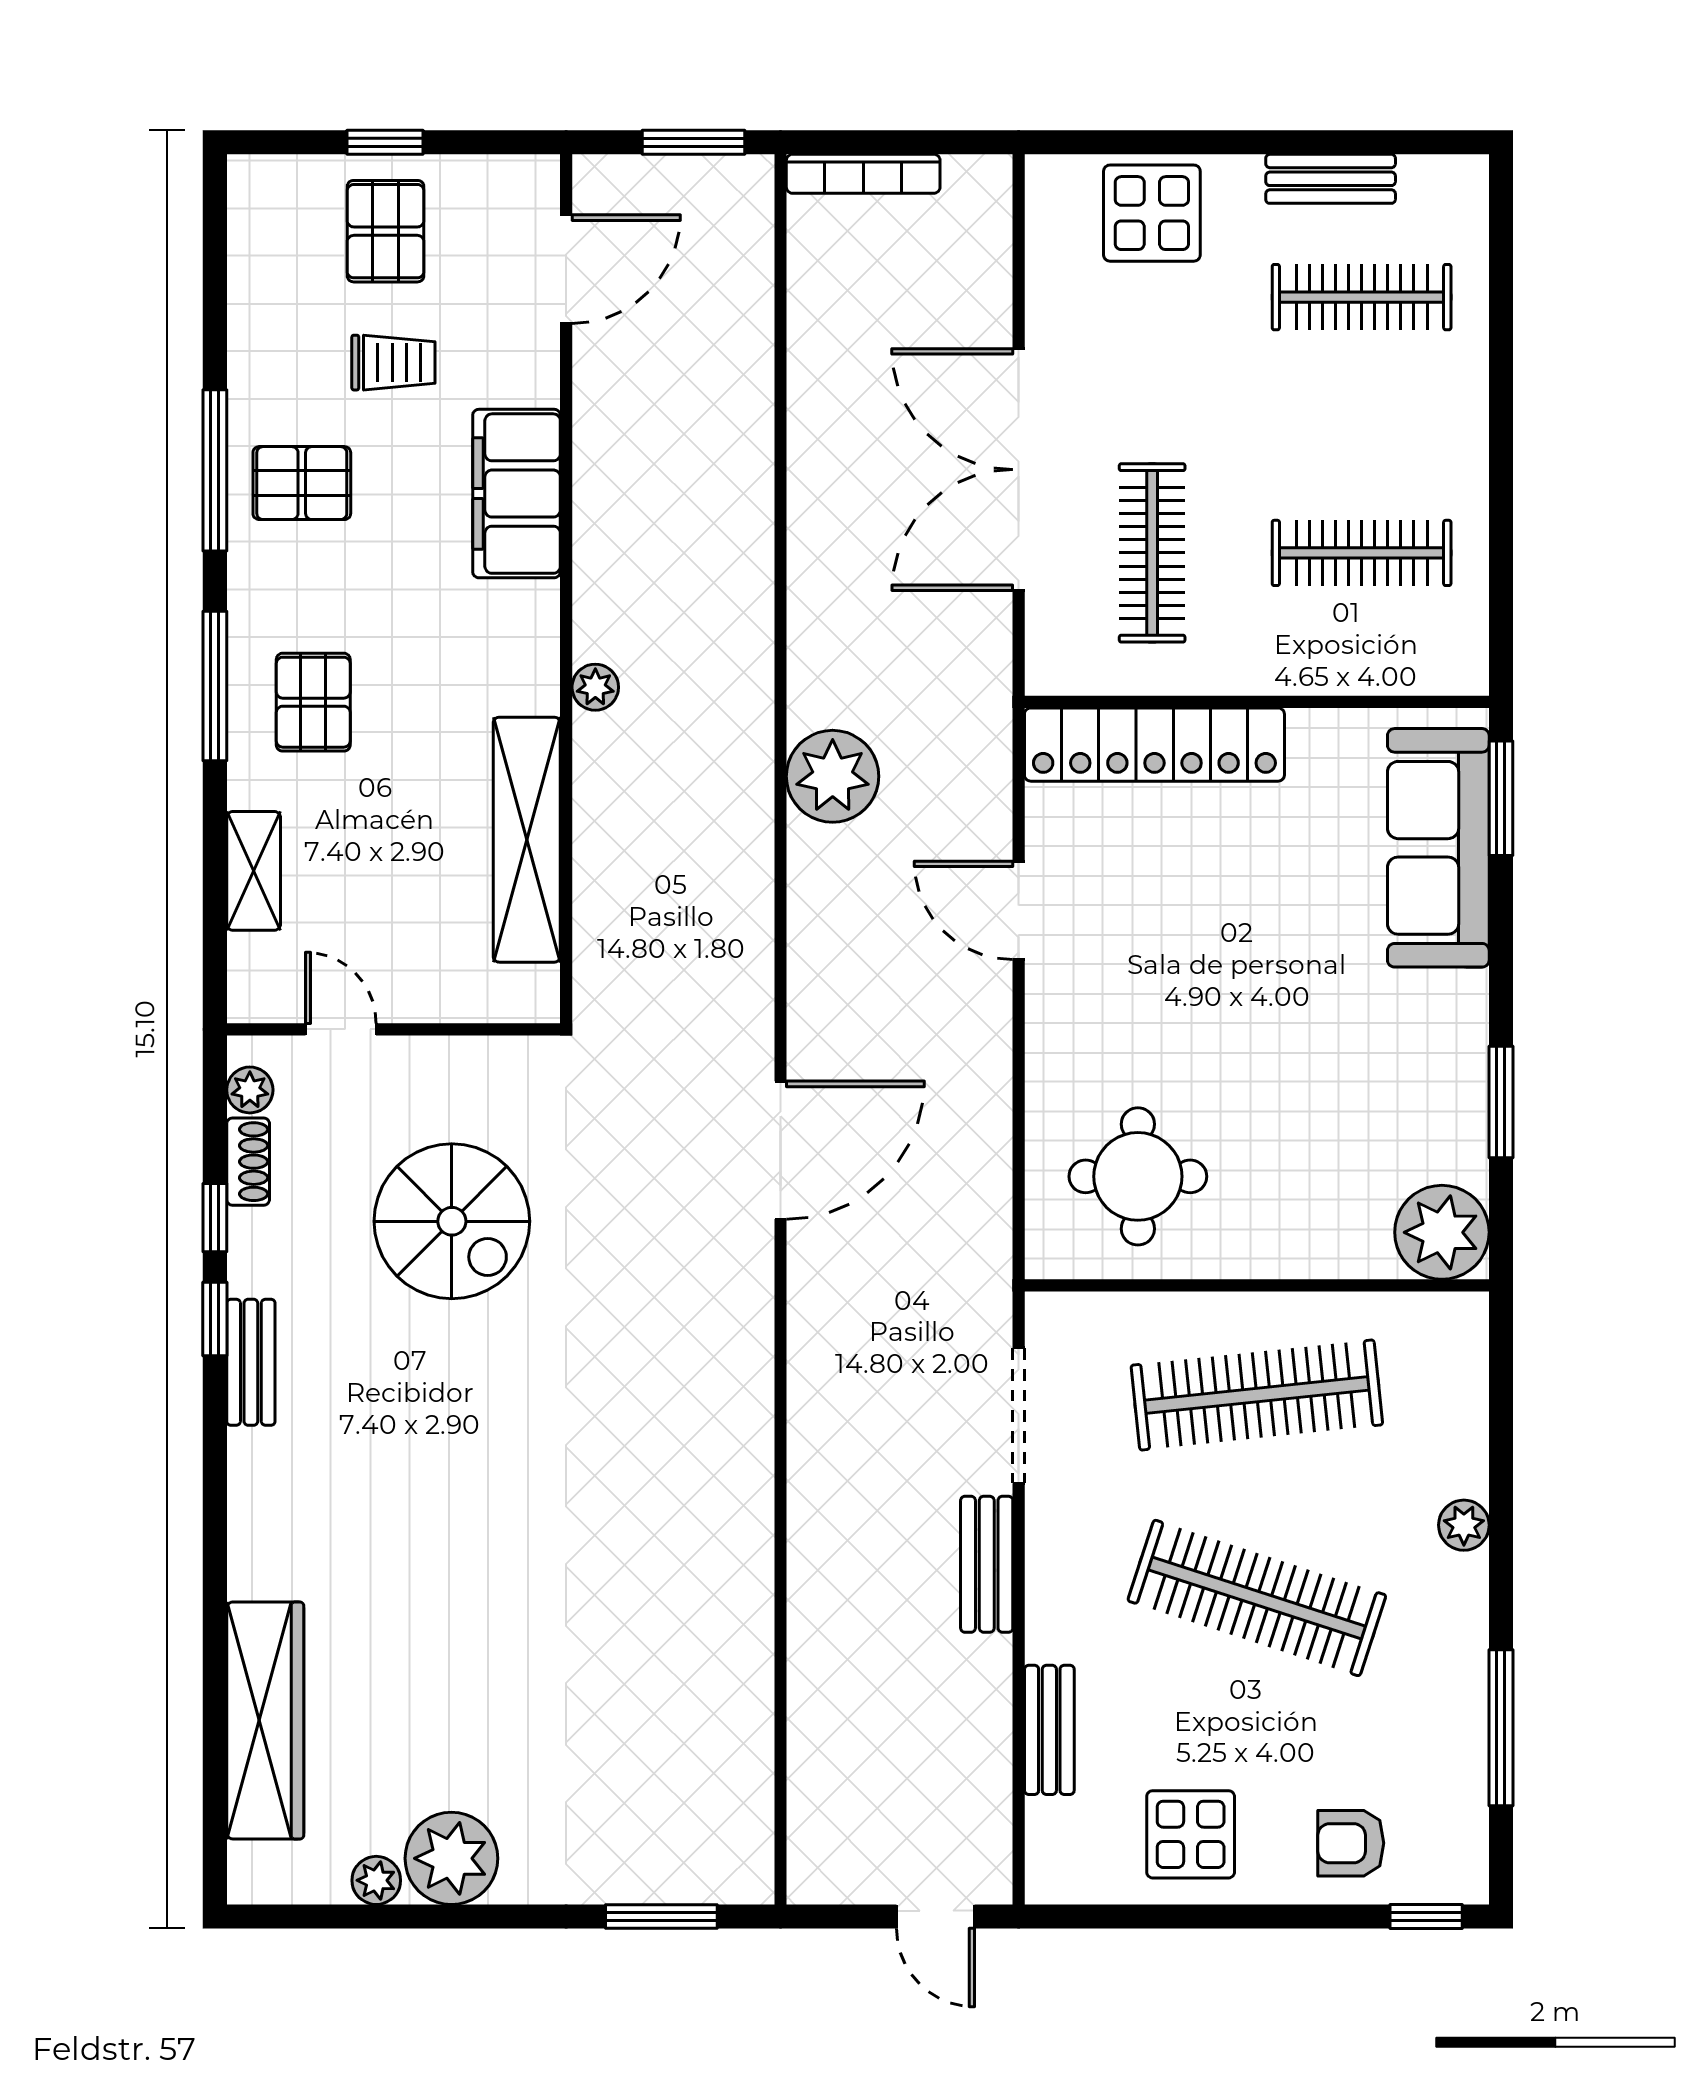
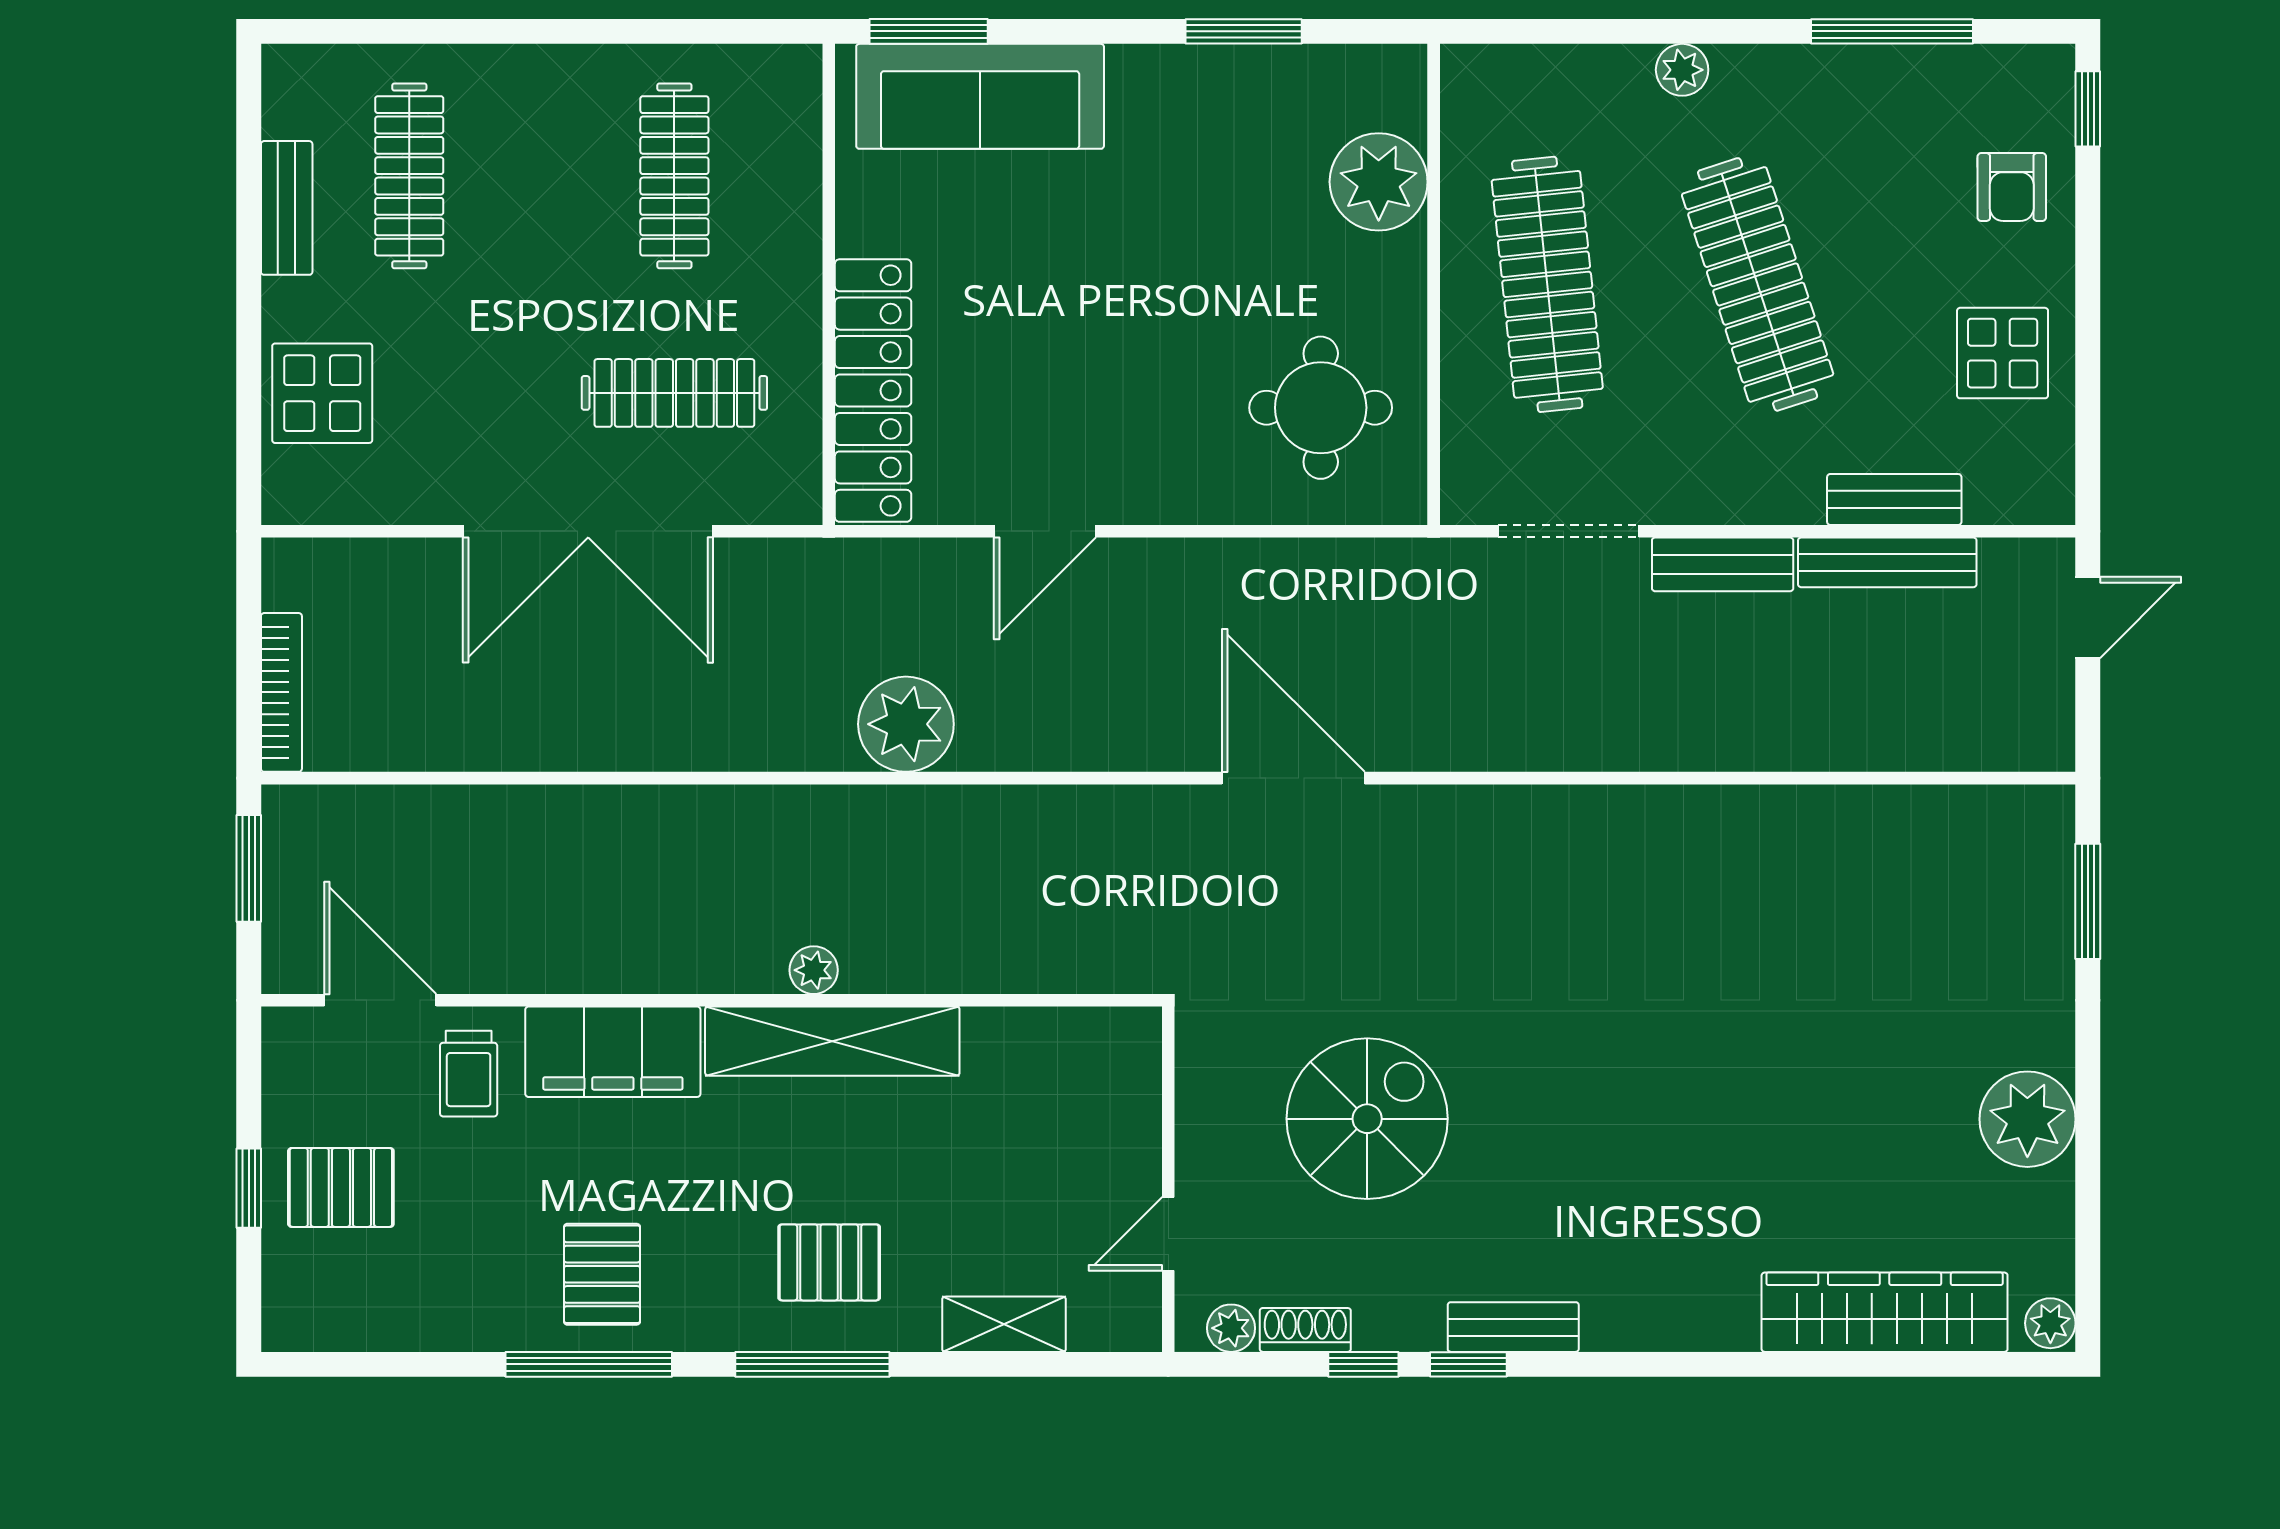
trolley: (393, 363) -> (469, 1074), moved, turned 180
shelving: (527, 840) -> (832, 1041), moved
plant: (1442, 1232) -> (1379, 182), moved
clothes rail: (1257, 1598) -> (1758, 284), turned -36
bench: (989, 1723) -> (1887, 562), added
plant: (376, 1880) -> (2050, 1323), moved

